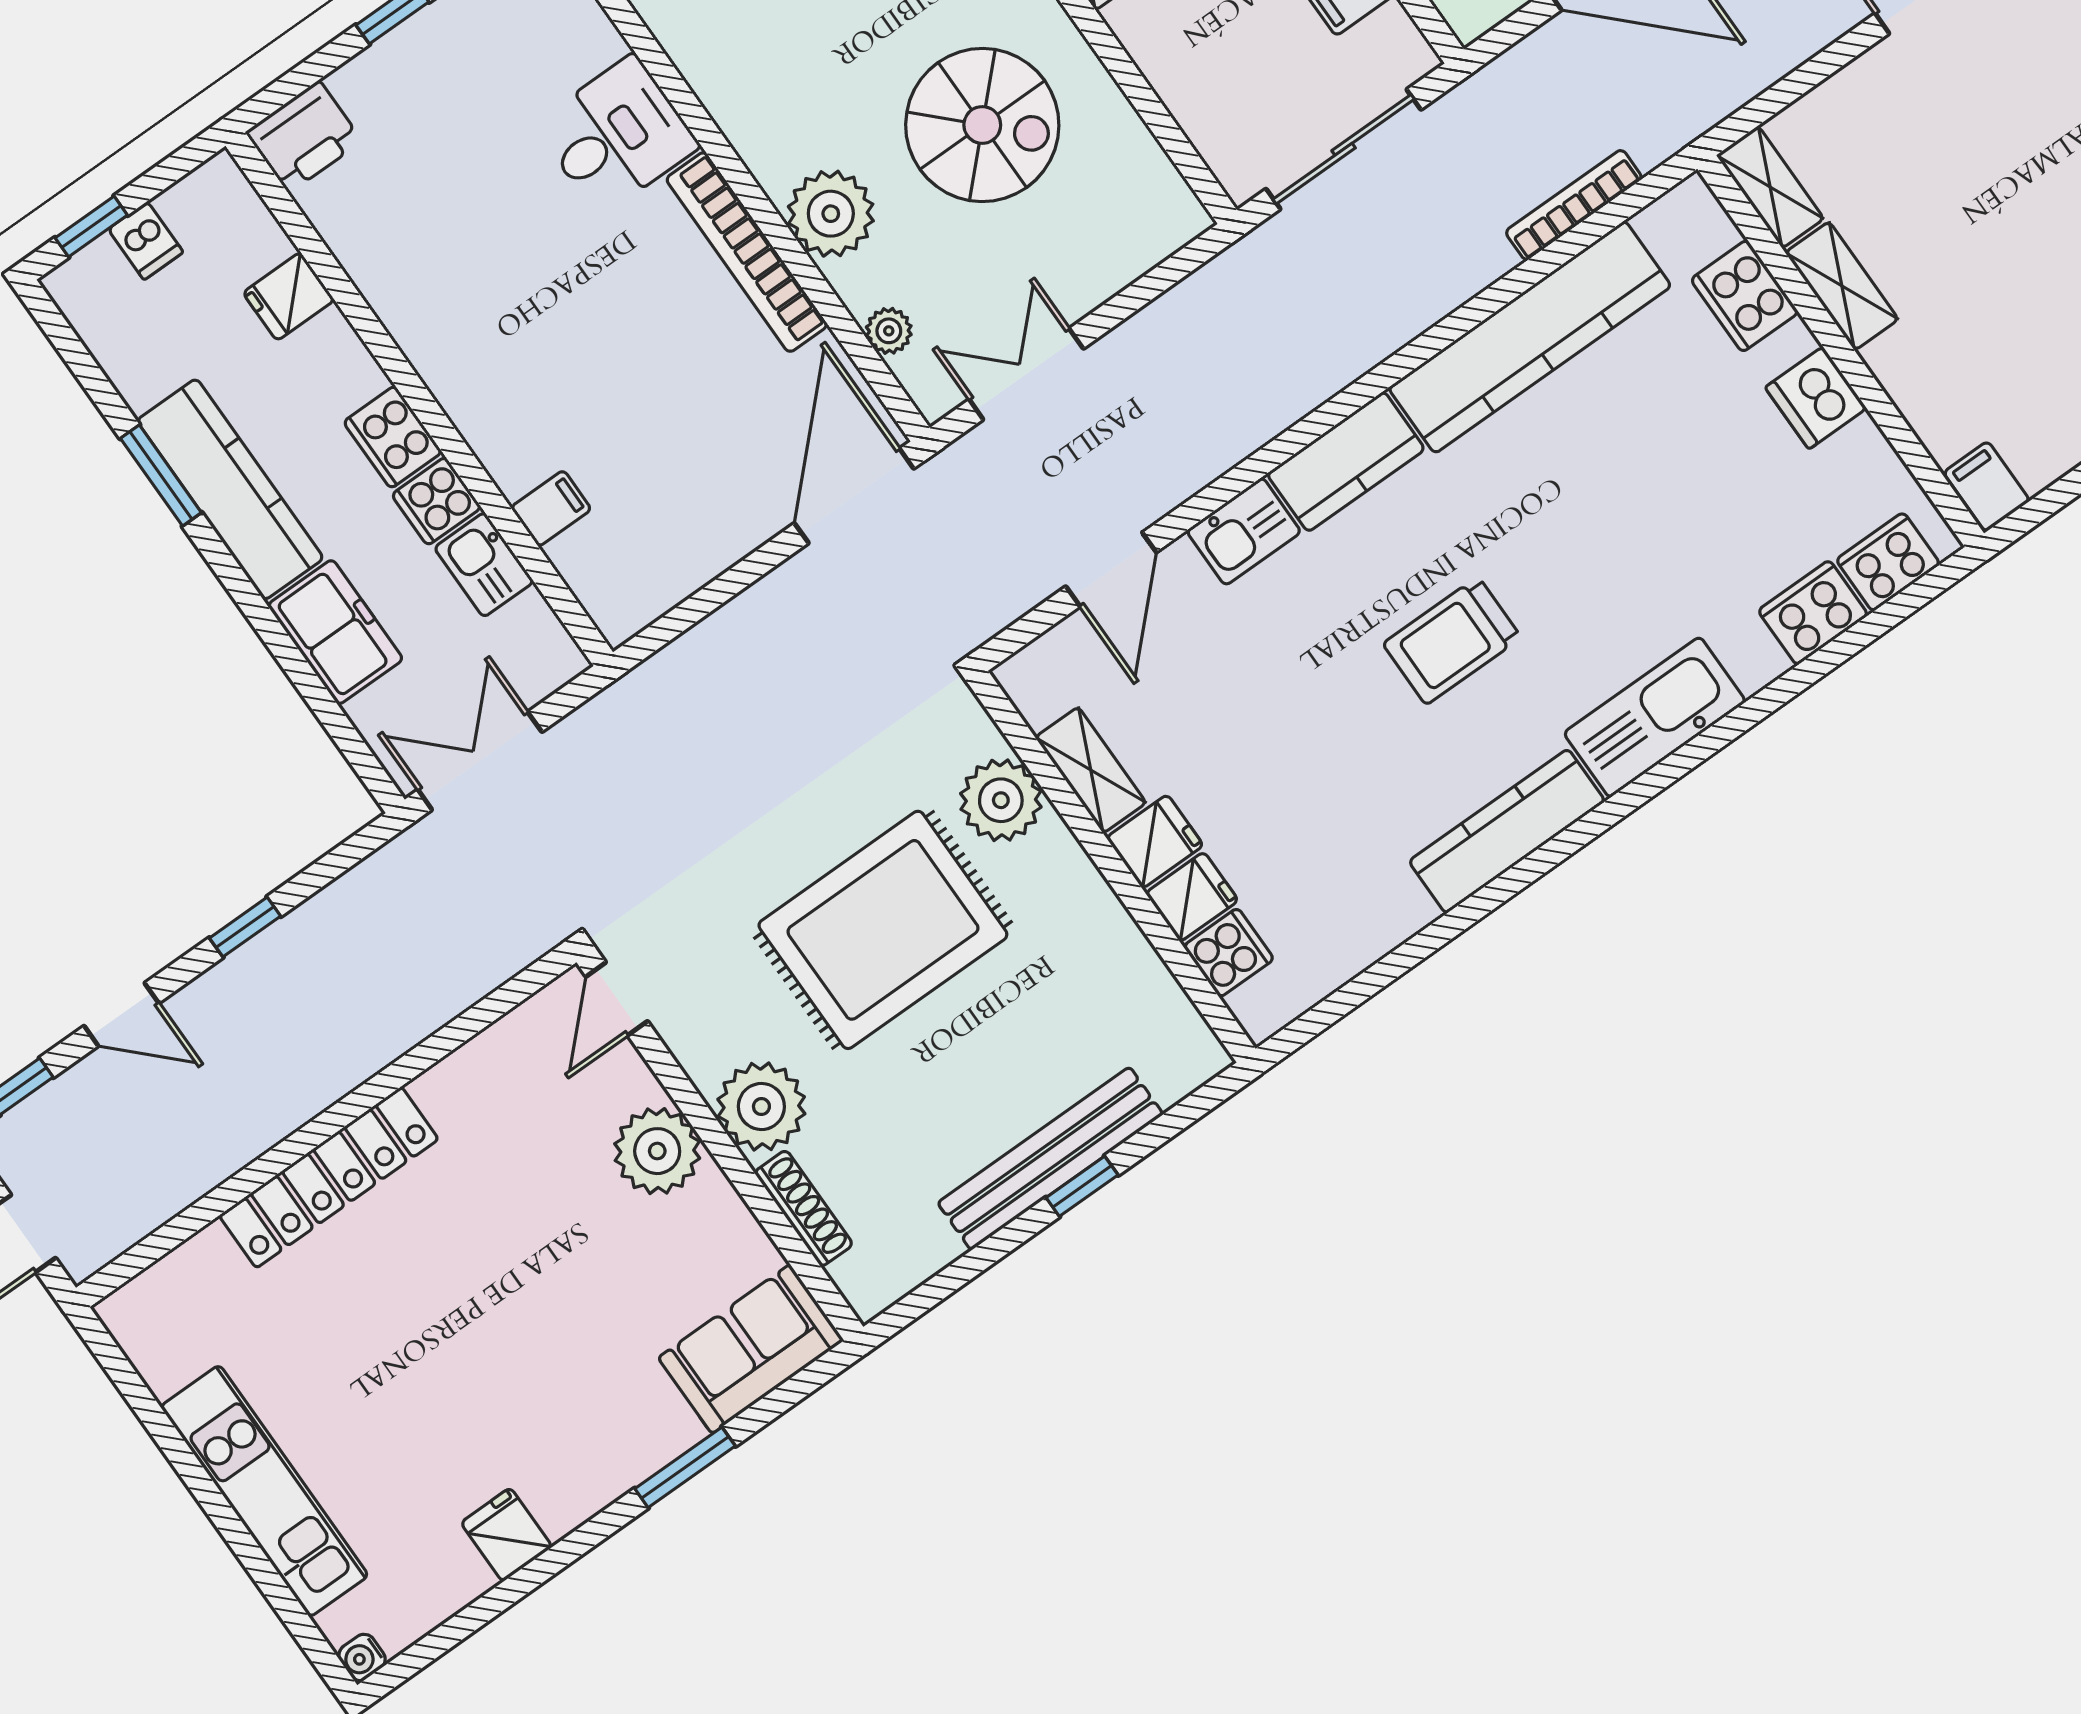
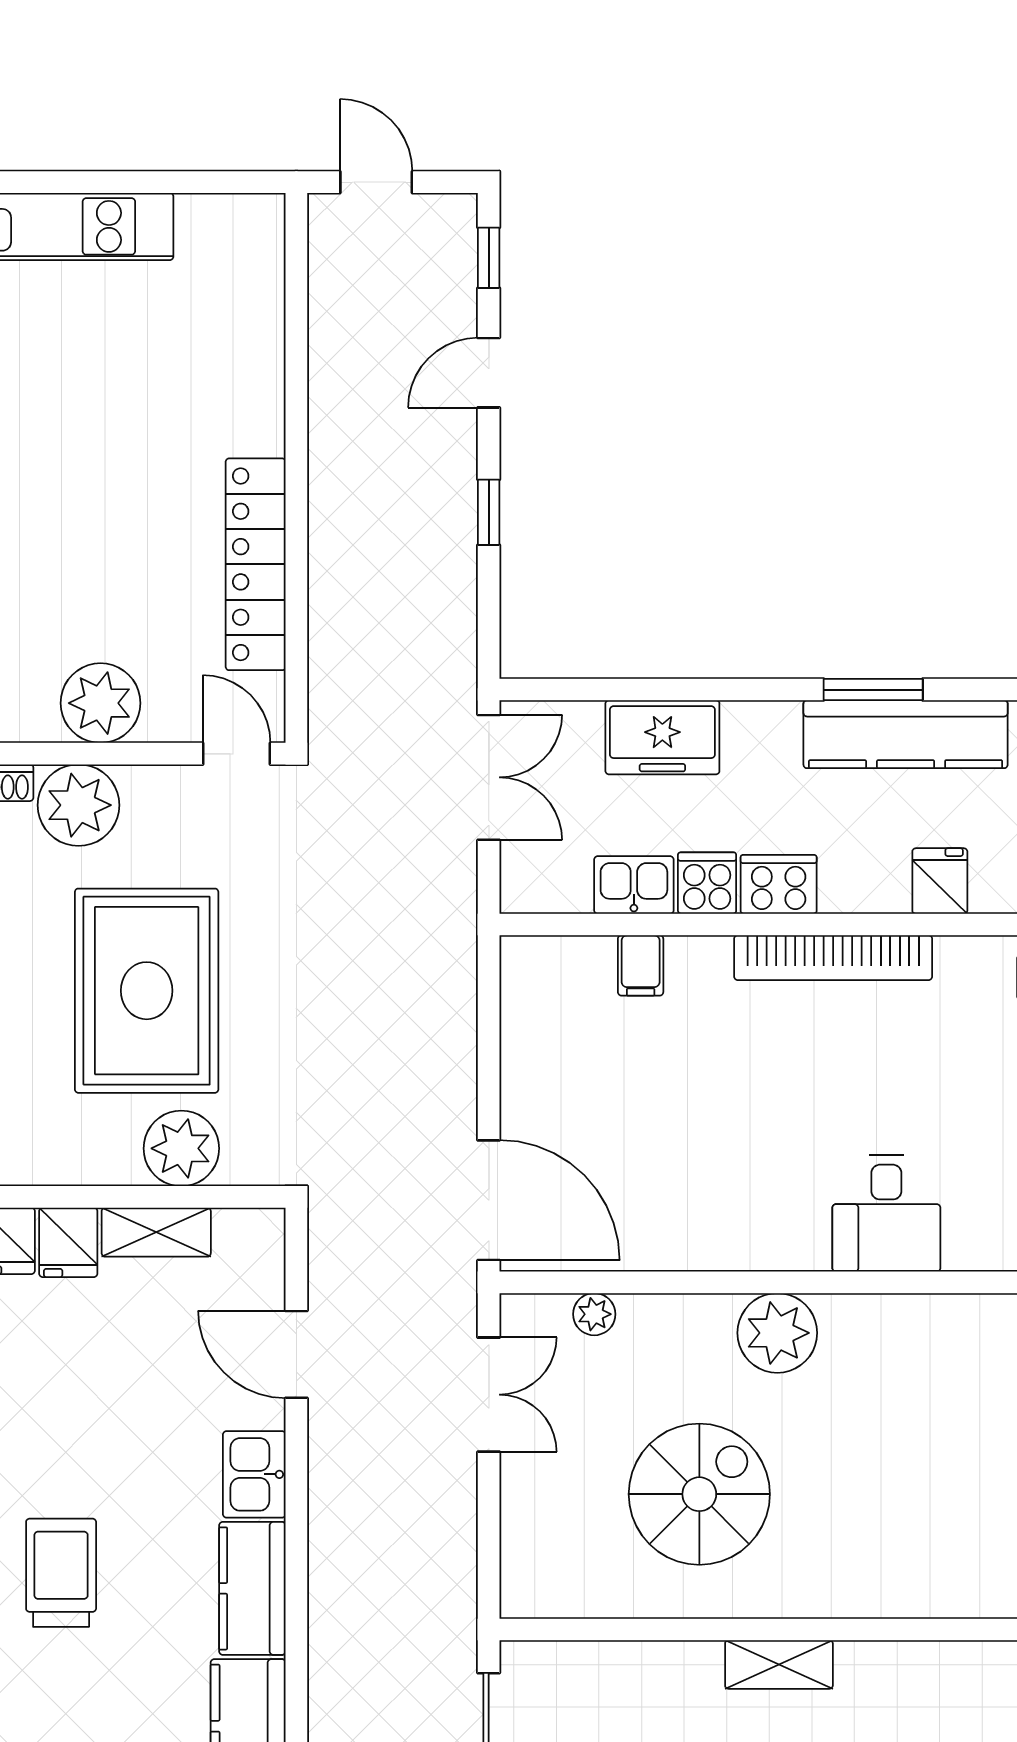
spiral stairs: (982, 125) -> (699, 1494), turned 180
plant: (831, 214) -> (777, 1333), moved
bookcase: (747, 252) -> (833, 958), moved, turned 180
kitchen counter: (230, 489) -> (906, 734), moved
locker: (329, 1177) -> (256, 564), moved

